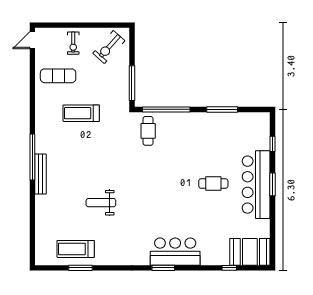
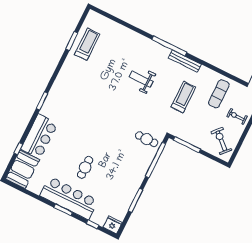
fridge: (262, 121) -> (113, 225), added
bench: (41, 174) -> (185, 61), moved
weight bench: (101, 203) -> (141, 79), moved, turned -90
bar counter: (175, 252) -> (39, 136), moved

